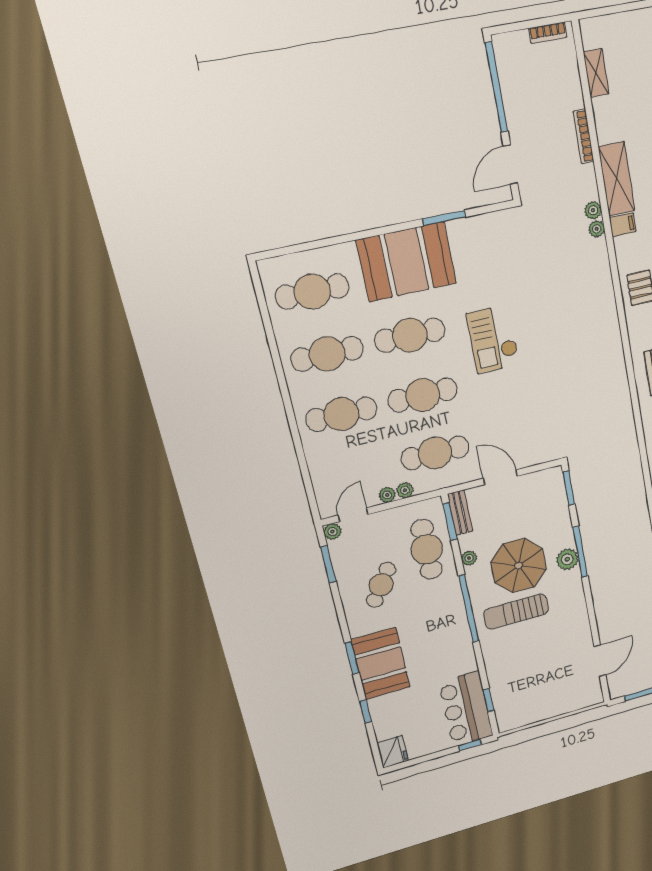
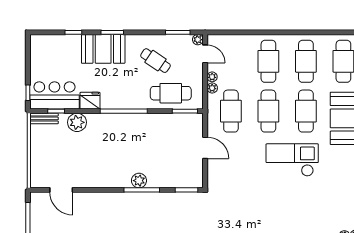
checkout: (493, 339) -> (292, 160), width x1.36, depth x1.21
door: (500, 477) -> (205, 148), hinge flipped
bench: (460, 513) -> (44, 118), moved
plant: (469, 558) -> (77, 122), moved, width x1.88, depth x1.88
parasol: (519, 566) -> (144, 148), removed
sun lounger: (516, 612) -> (113, 141), removed
fridge: (393, 752) -> (90, 101), moved, turned 180

